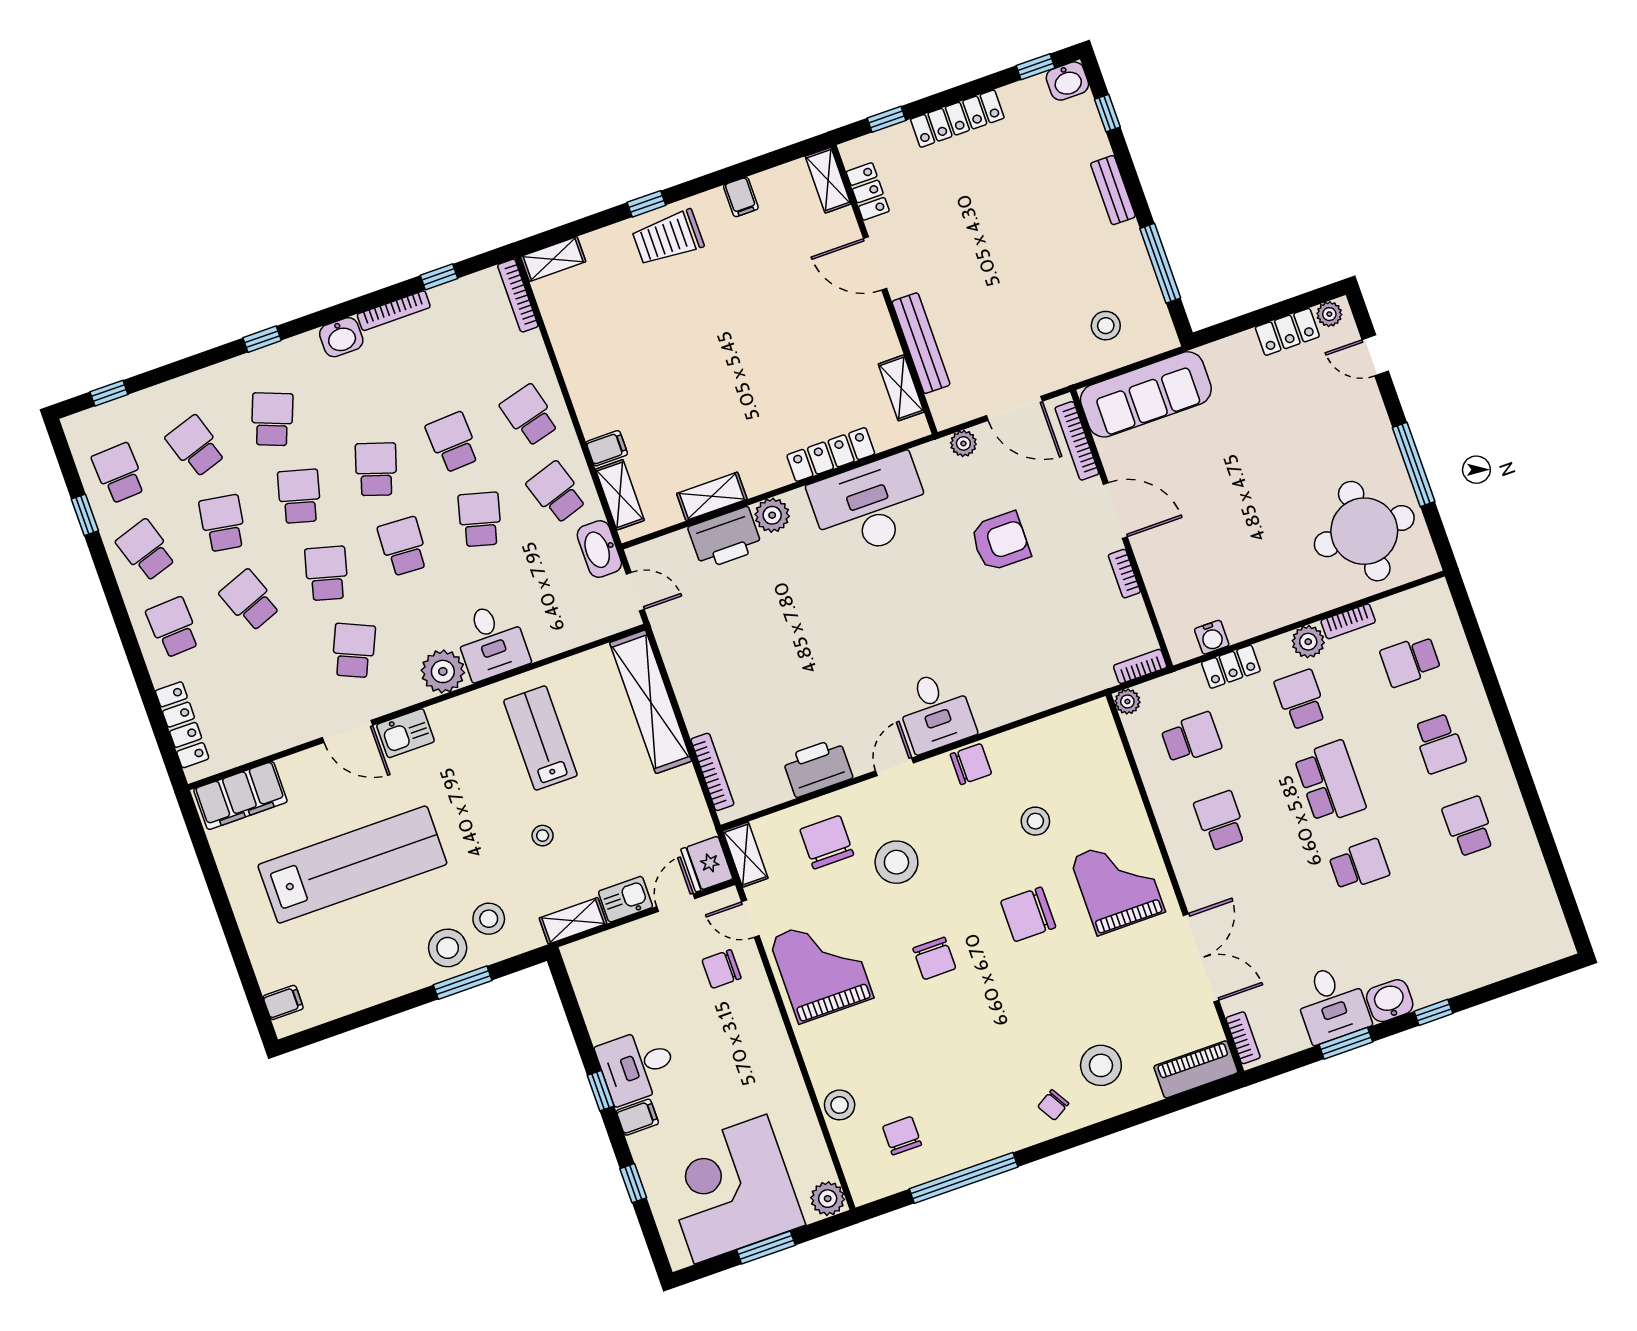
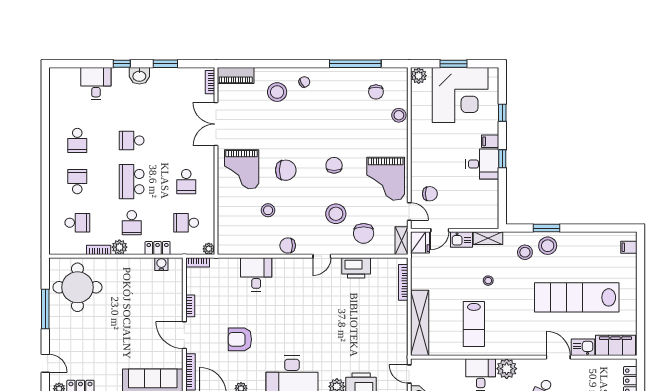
desk: (935, 711) -> (256, 274), moved
kitchen sink: (405, 733) -> (583, 347), moved
desk: (1332, 1004) -> (96, 83), moved

